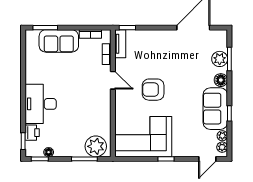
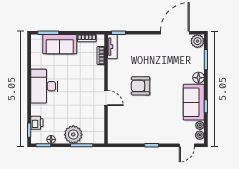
plant: (220, 59) -> (197, 41), moved
door: (113, 80) -> (106, 98), moved
desk: (41, 104) -> (44, 86), moved
corner sofa: (143, 137) -> (132, 126), removed
plant: (96, 146) -> (73, 135), moved

